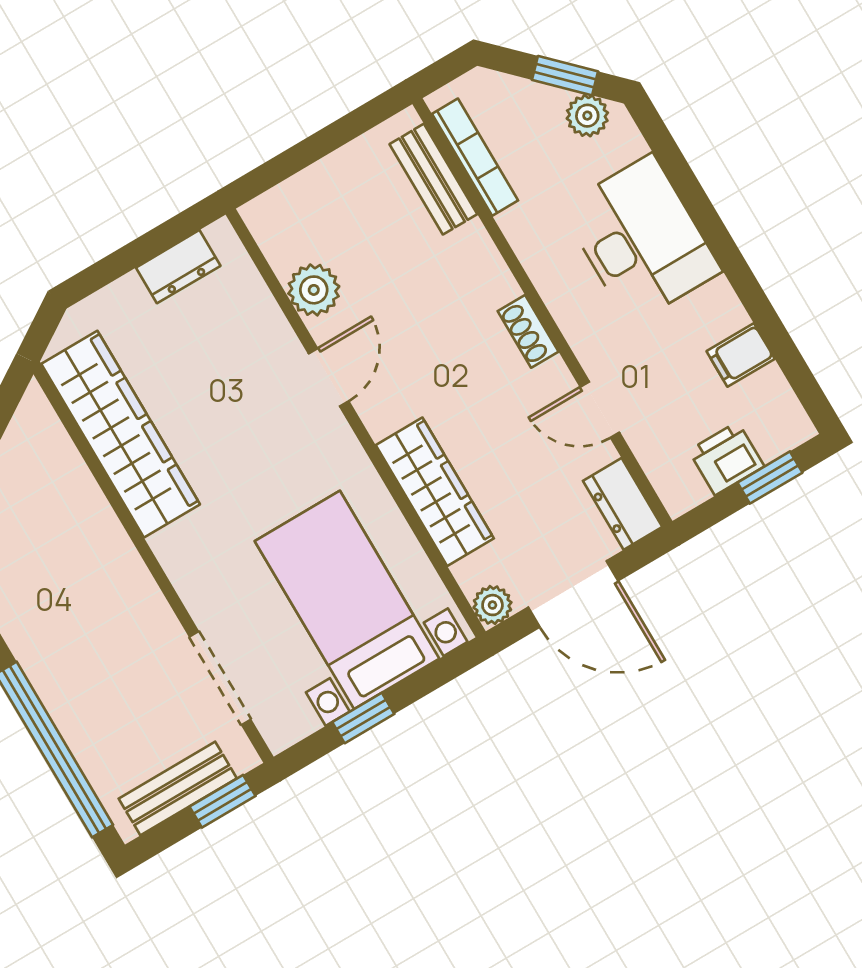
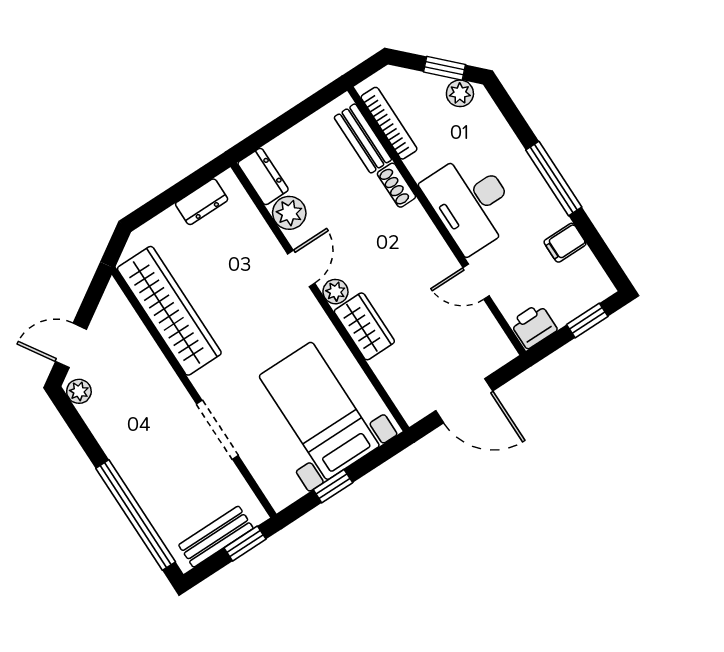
desk: (641, 239) -> (471, 202), moved, turned 180
window: (727, 254) -> (554, 178), added
shoe rack: (528, 331) -> (396, 185), moved
printer: (726, 458) -> (534, 326), moved
wardrobe: (435, 492) -> (364, 326), width x0.67
dresser: (623, 504) -> (263, 176), moved, turned 180
plant: (492, 605) -> (335, 292), moved
doorway: (220, 678) -> (217, 430), moved

